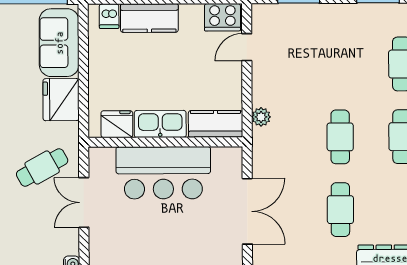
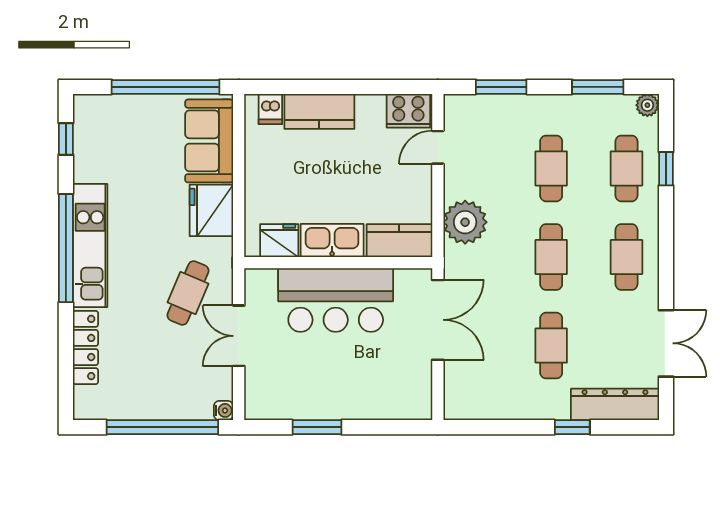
cafe table: (340, 64) -> (551, 168), added
plant: (261, 117) -> (465, 222), width x1.87, depth x1.87
cafe table: (42, 167) -> (188, 293), turned -38
double door: (247, 211) -> (438, 320), moved

